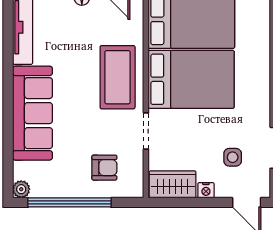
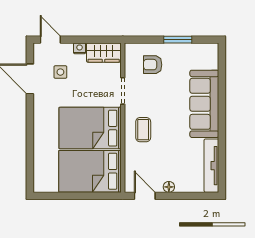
coffee table: (118, 77) -> (143, 130), width x0.54, depth x0.58
plant: (21, 189) -> (212, 49), removed
window: (70, 202) -> (178, 40), width x0.47

